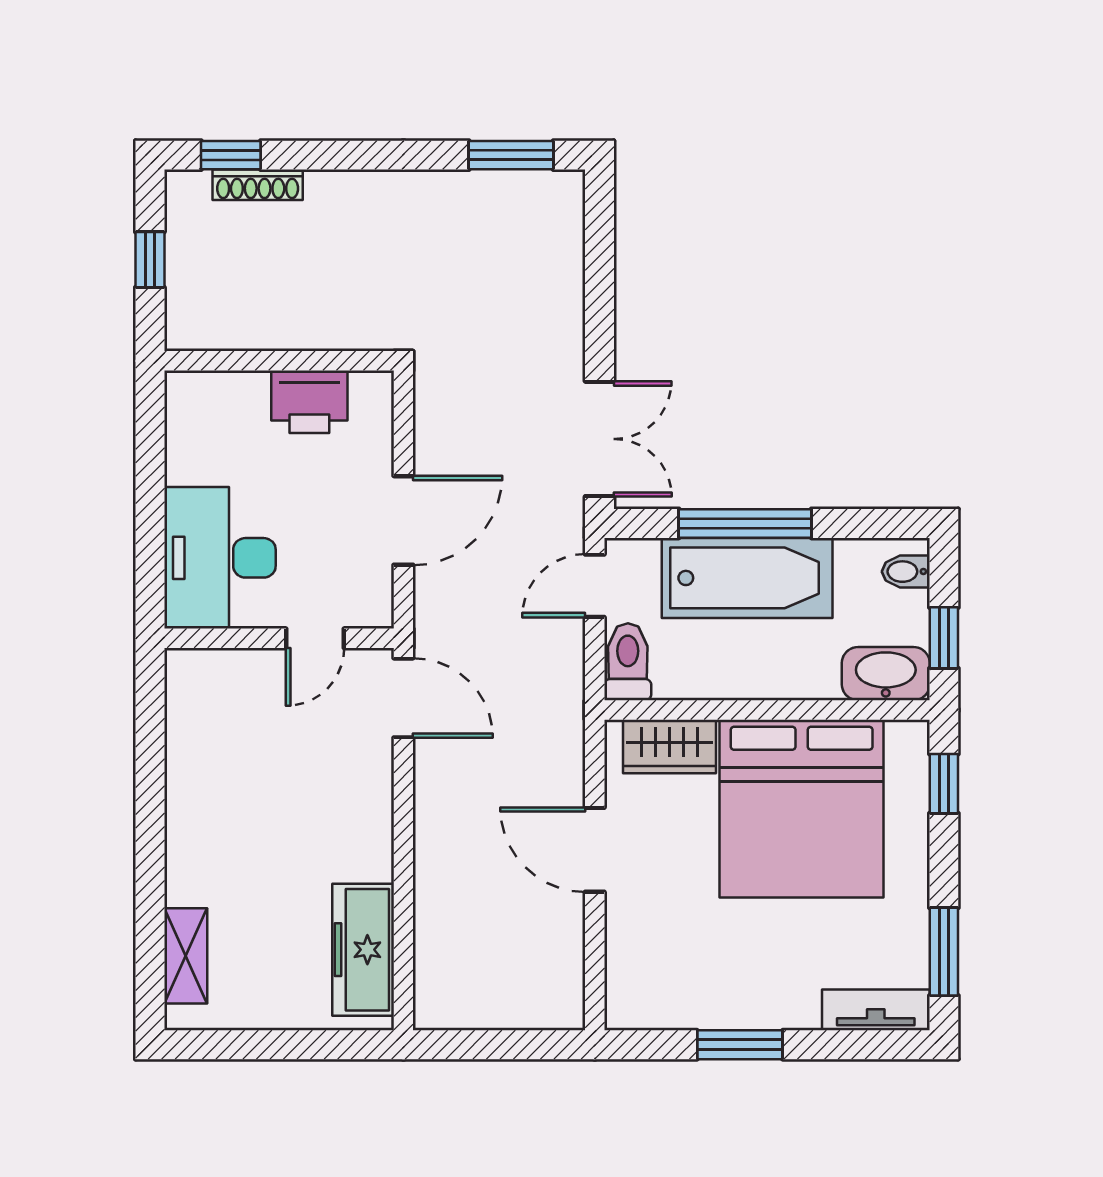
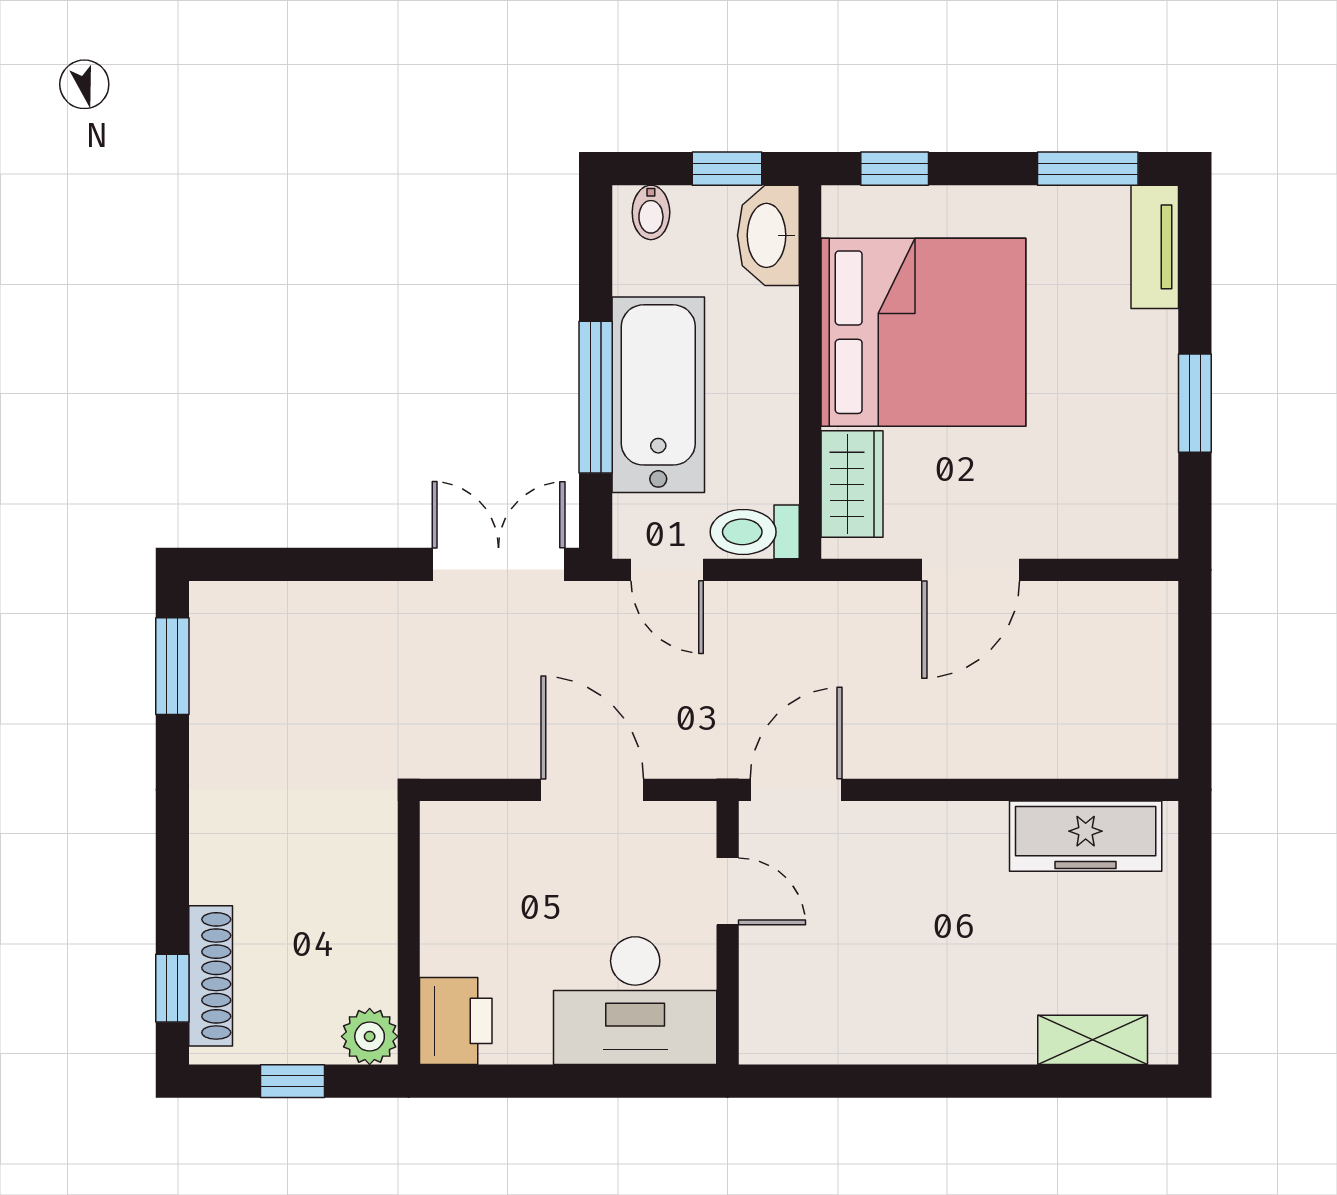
shoe rack: (258, 185) -> (211, 976), width x1.36, depth x1.24
plant: (189, 327) -> (370, 1036), added
printer: (309, 402) -> (456, 1021), moved

